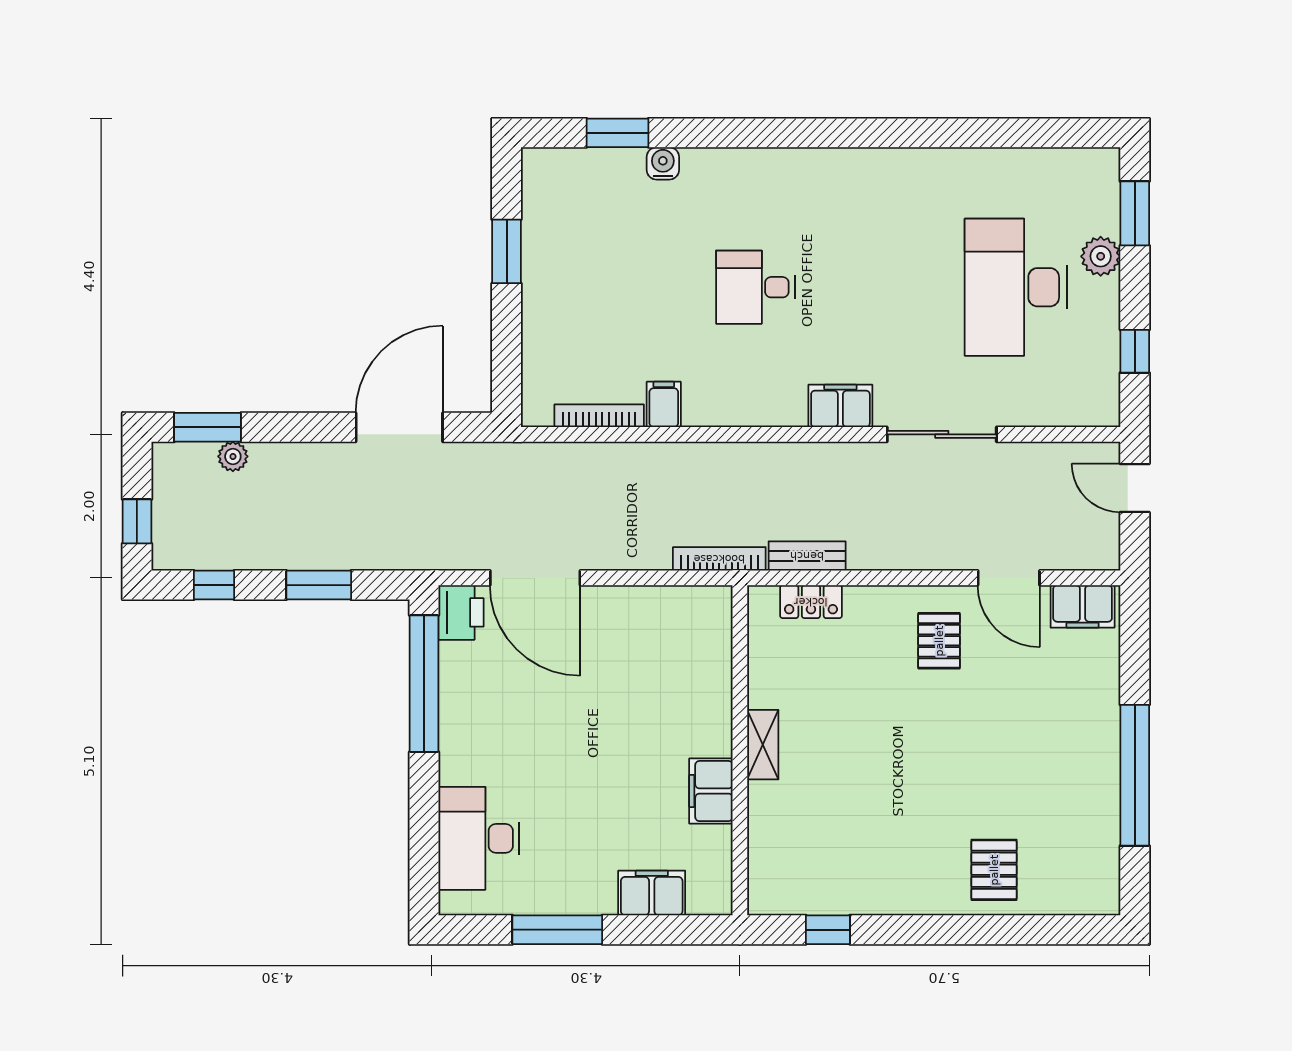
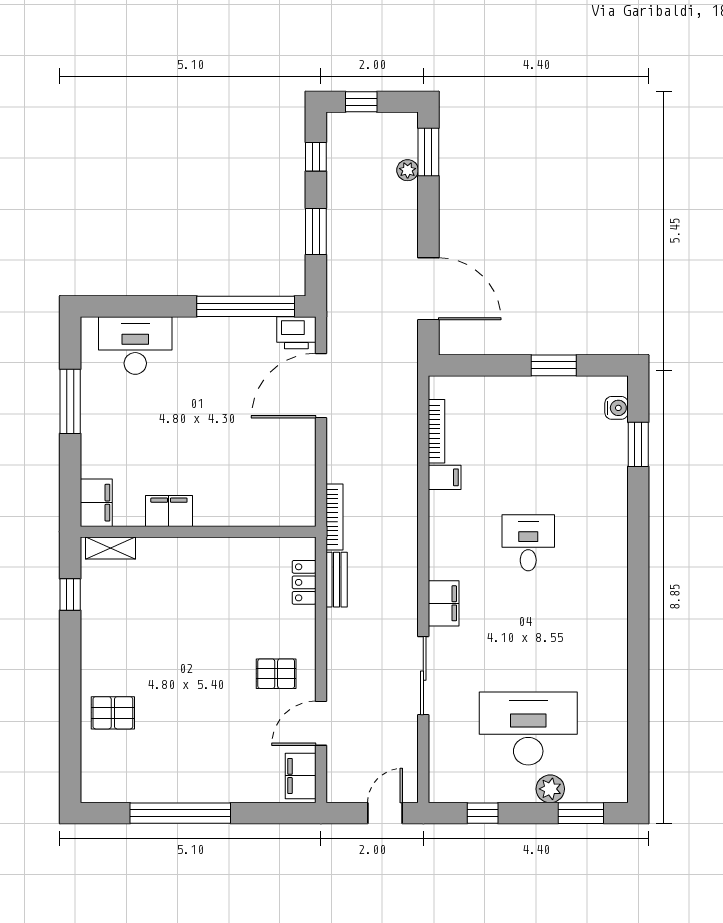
water cooler: (663, 163) -> (616, 408), moved
shelving: (763, 745) -> (111, 548), moved
filing cabinet: (652, 893) -> (96, 503), moved

